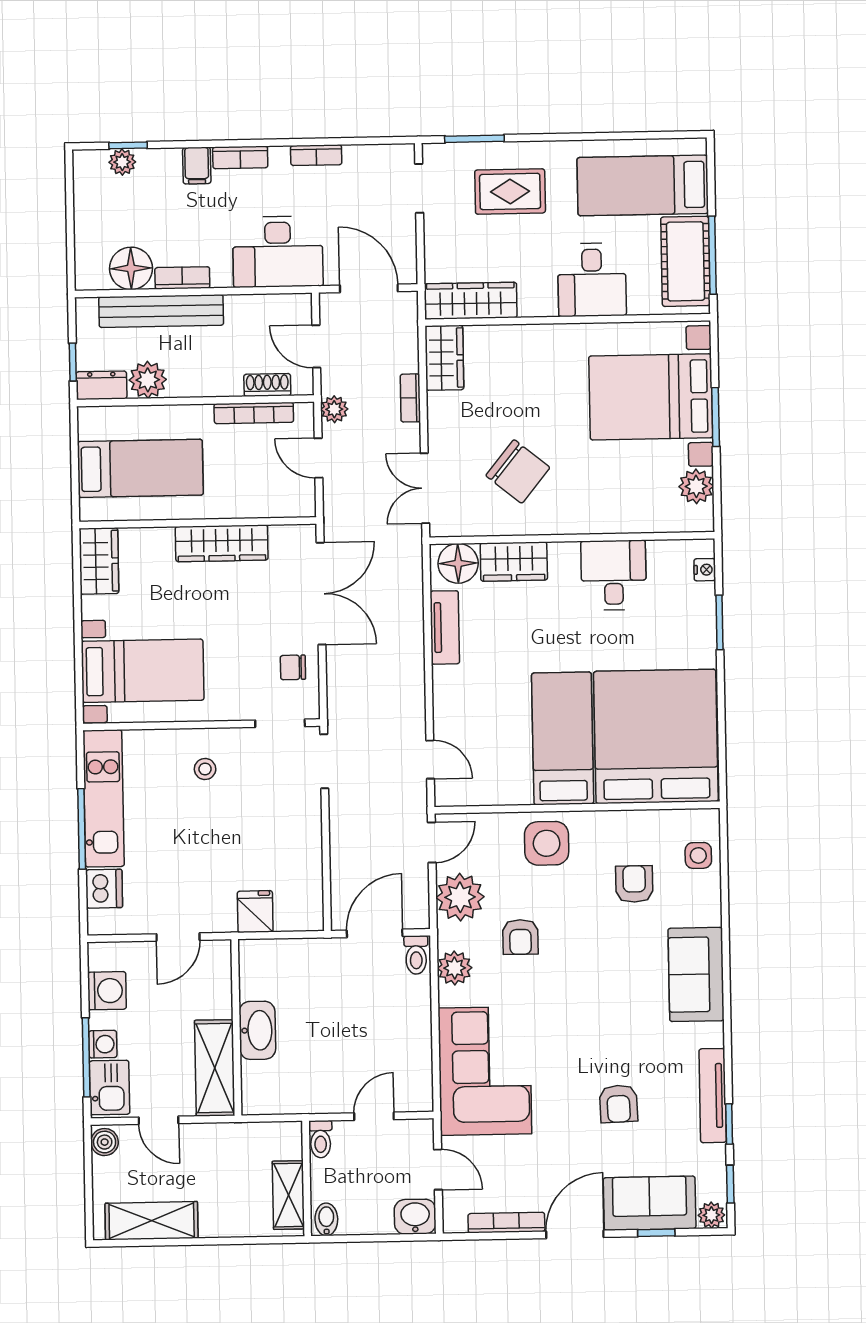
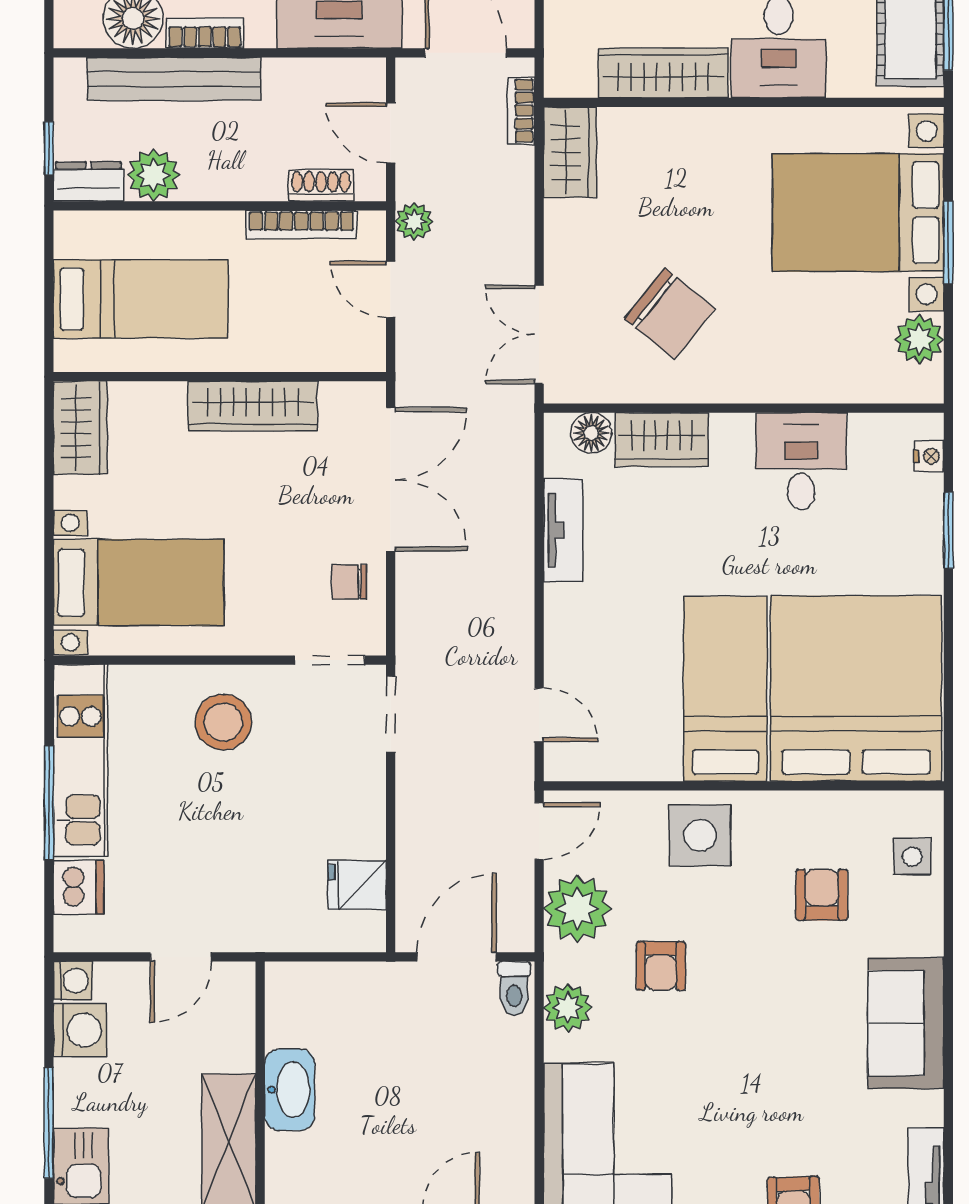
wardrobe: (471, 301) -> (663, 73), moved
bookcase: (410, 398) -> (521, 111), moved
floor lamp: (458, 563) -> (591, 433), width x0.73, depth x0.73
stool: (205, 769) -> (223, 722), width x1.89, depth x1.89
fridge: (255, 912) -> (357, 885), moved, turned -90
washing machine: (103, 1044) -> (73, 981), moved

